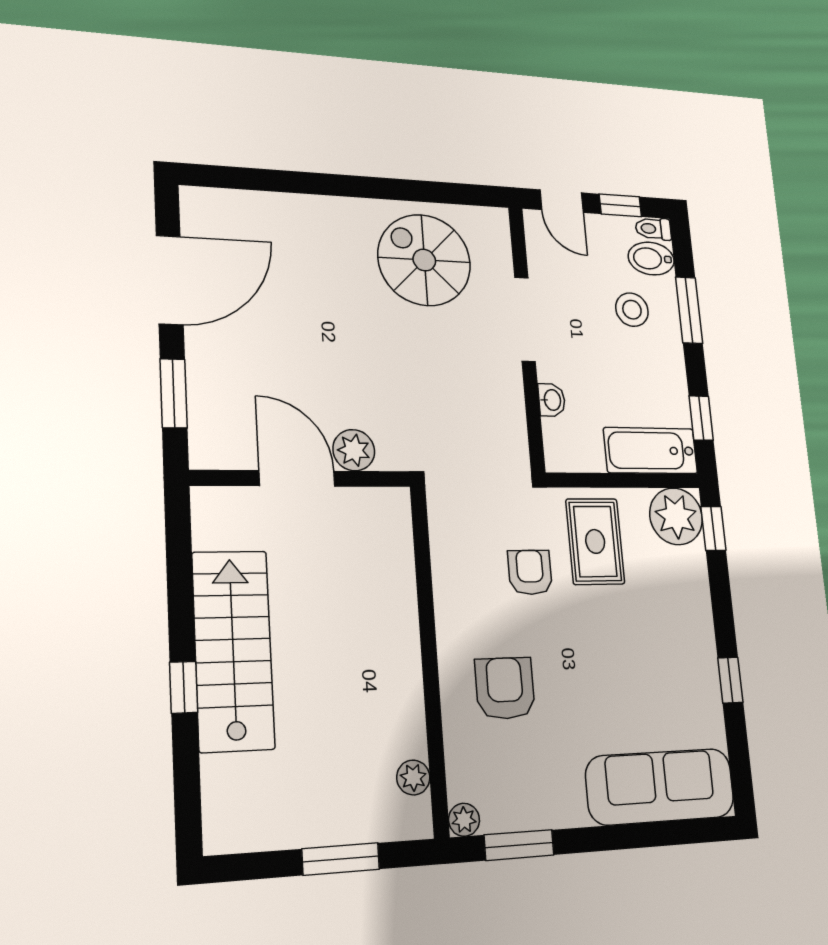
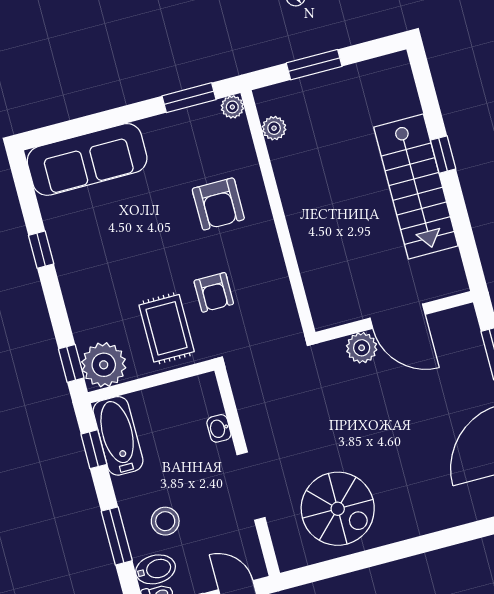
bathtub: (651, 451) -> (118, 436), moved, turned -90

